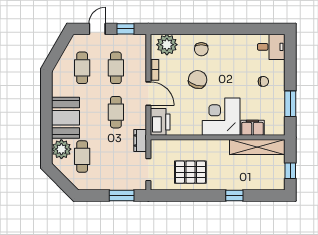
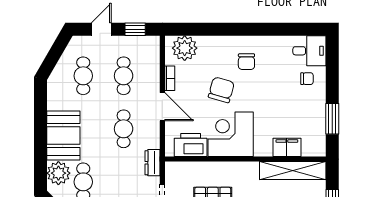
chair: (201, 49) -> (246, 62), moved
chair: (263, 81) -> (307, 79), moved
corner desk: (221, 117) -> (231, 134), moved
printer: (160, 122) -> (191, 145), moved, turned -90

